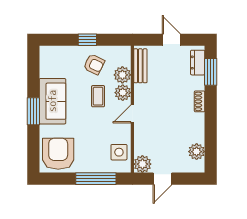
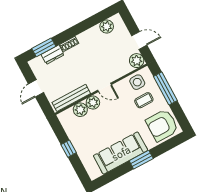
dresser: (198, 63) -> (53, 55), moved
armchair: (94, 64) -> (84, 134), removed
bench: (140, 66) -> (71, 98), width x1.36
coffee table: (98, 96) -> (144, 100), moved
sofa: (52, 101) -> (121, 153), width x1.36

